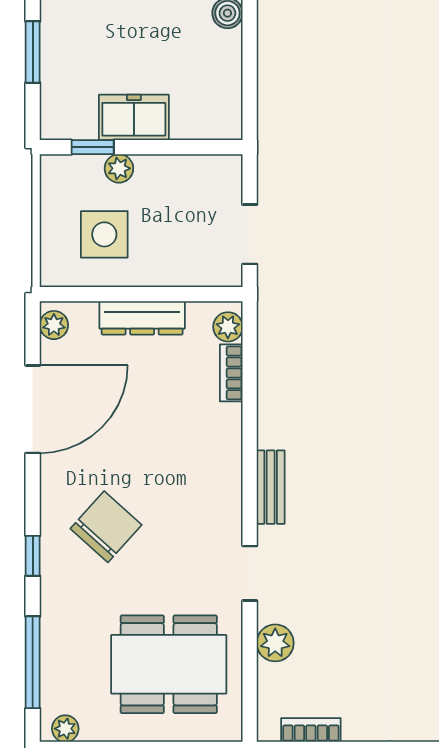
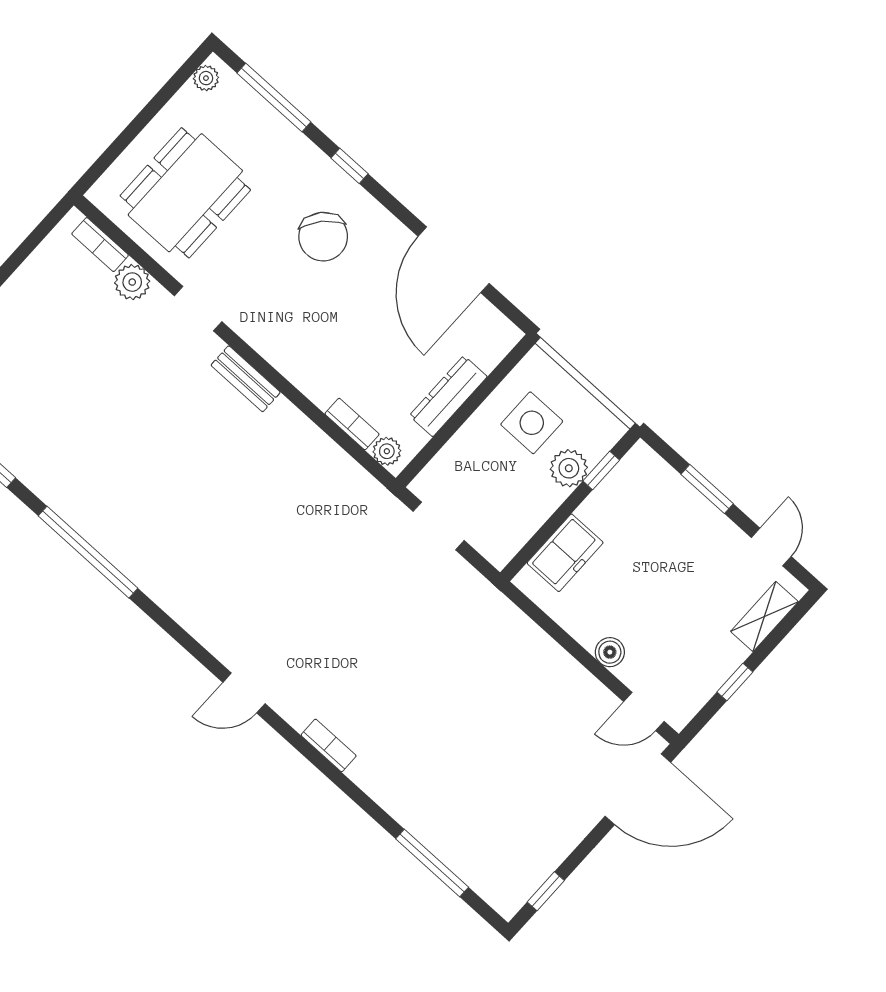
freezer: (134, 117) -> (565, 553), moved
plant: (119, 168) -> (569, 468), width x1.38, depth x1.38
plant: (54, 325) -> (500, 329), removed
bookcase: (311, 730) -> (100, 245), moved, turned 90

